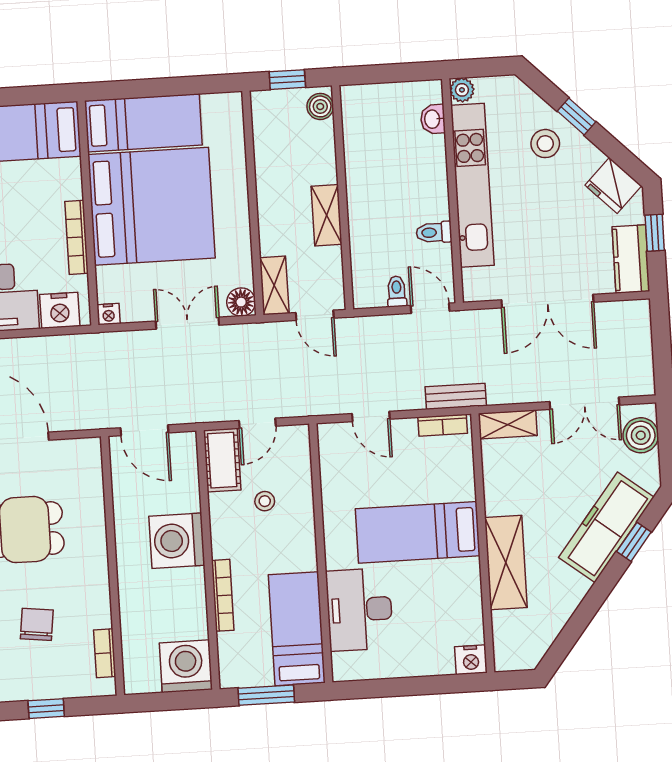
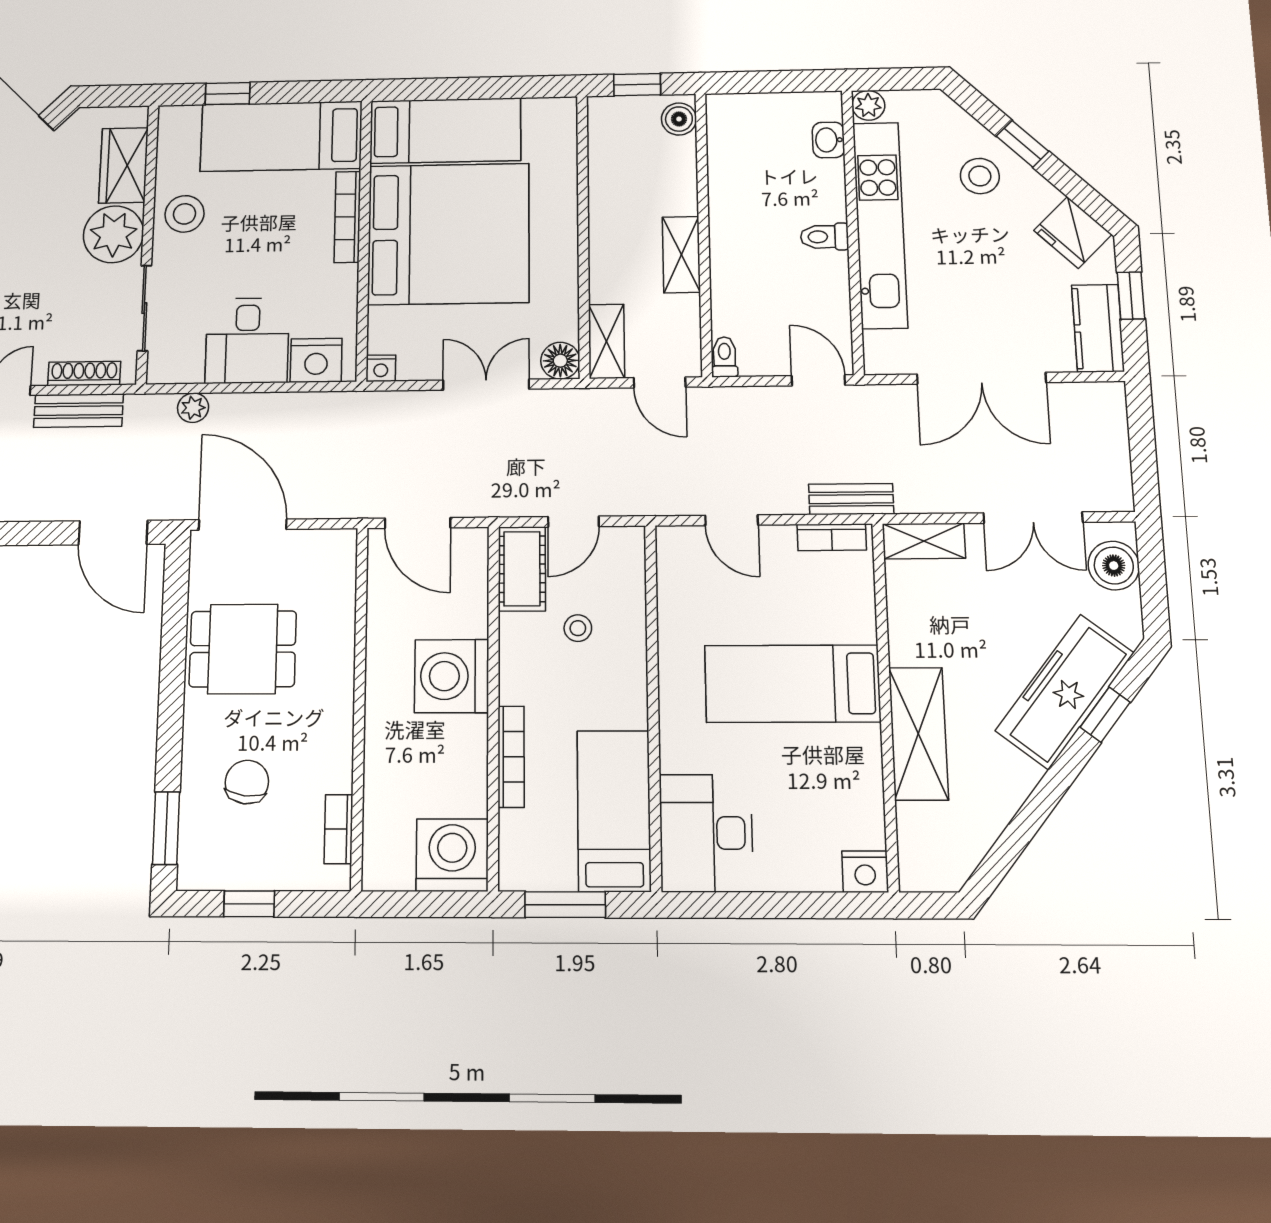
toilet: (434, 232) -> (824, 237), moved
bookcase: (77, 237) -> (347, 217), moved
toilet: (397, 291) -> (724, 357), moved
desk: (359, 610) -> (706, 833), moved

